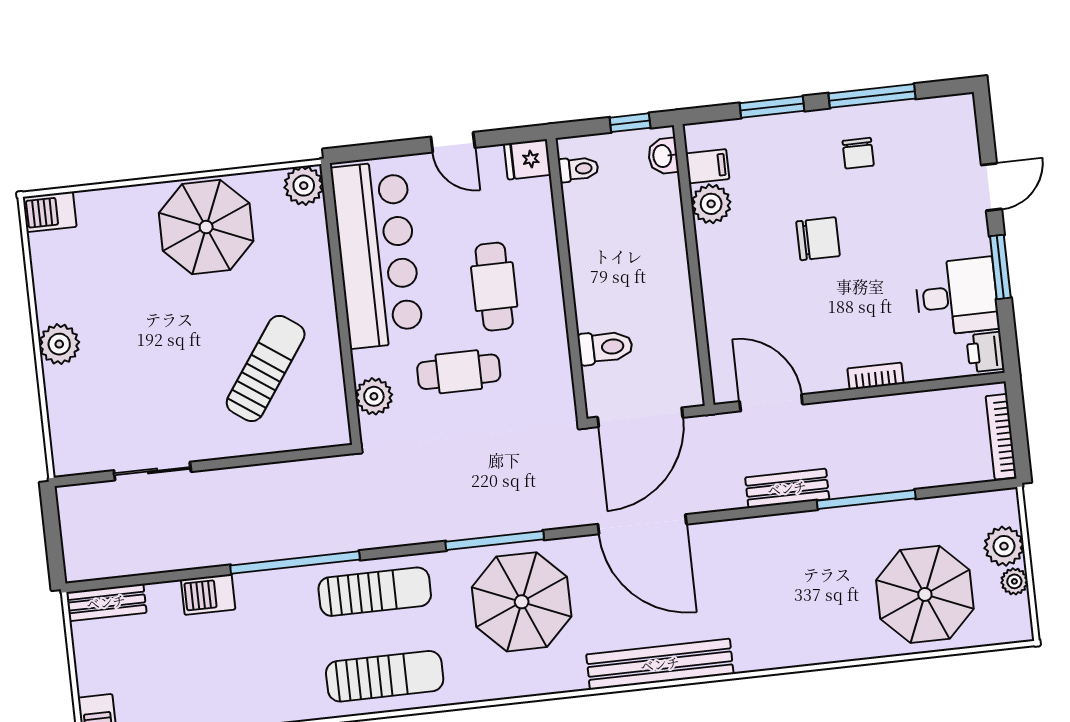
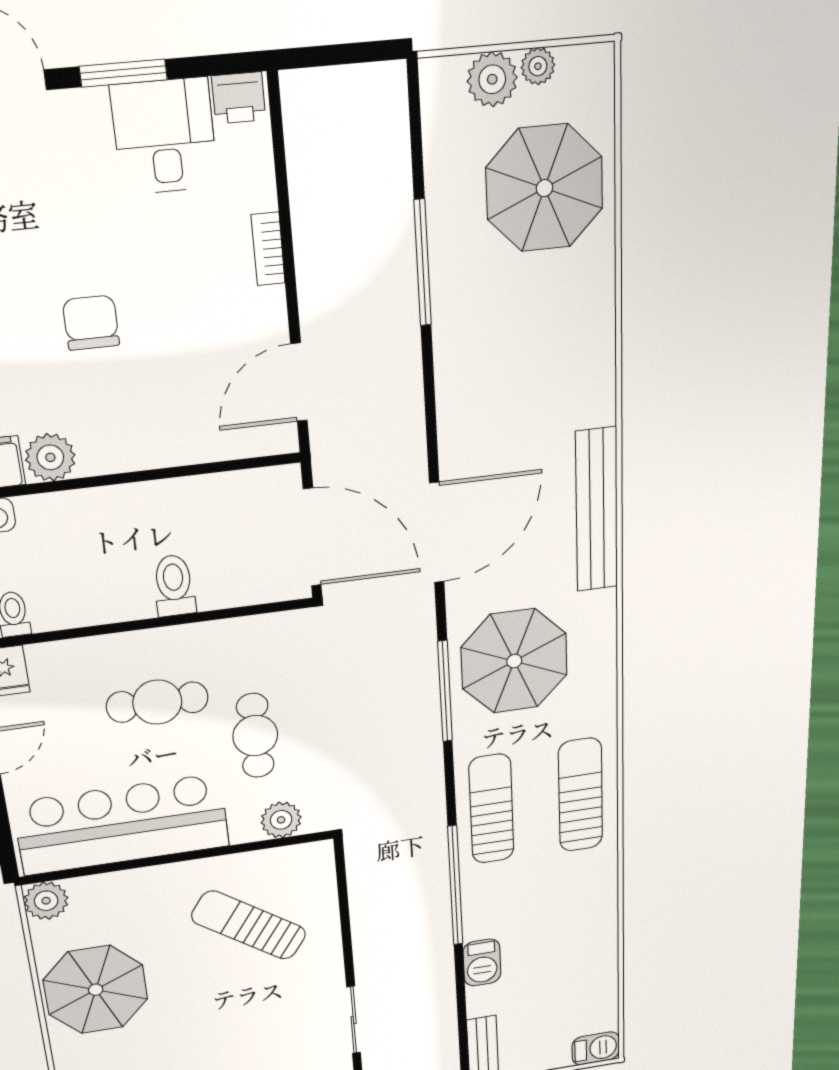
toilet: (605, 347) -> (174, 586), moved
bookcase: (1001, 437) -> (351, 79), removed
bench: (787, 488) -> (404, 362), removed

